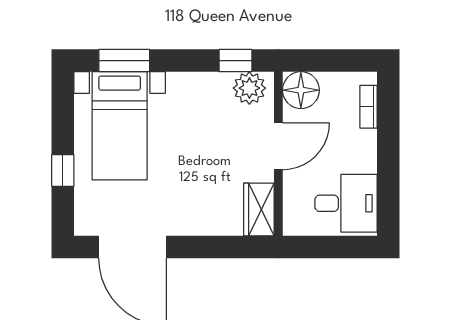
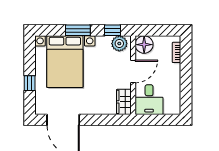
window: (124, 61) -> (78, 30), moved
bed with nightstands: (120, 126) -> (65, 62), width x1.36
desk: (346, 203) -> (149, 100), moved, turned 90

